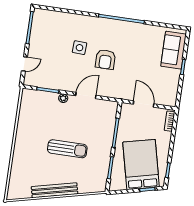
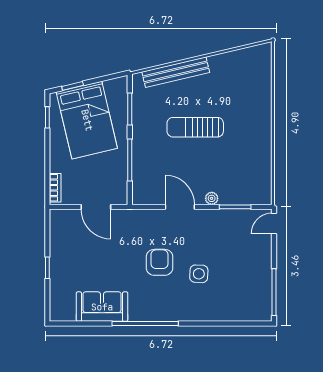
sofa: (174, 50) -> (102, 307), moved, turned -90
door: (24, 64) -> (274, 223), moved
door: (86, 96) -> (180, 207), swing flipped
bench: (55, 190) -> (176, 72), moved

